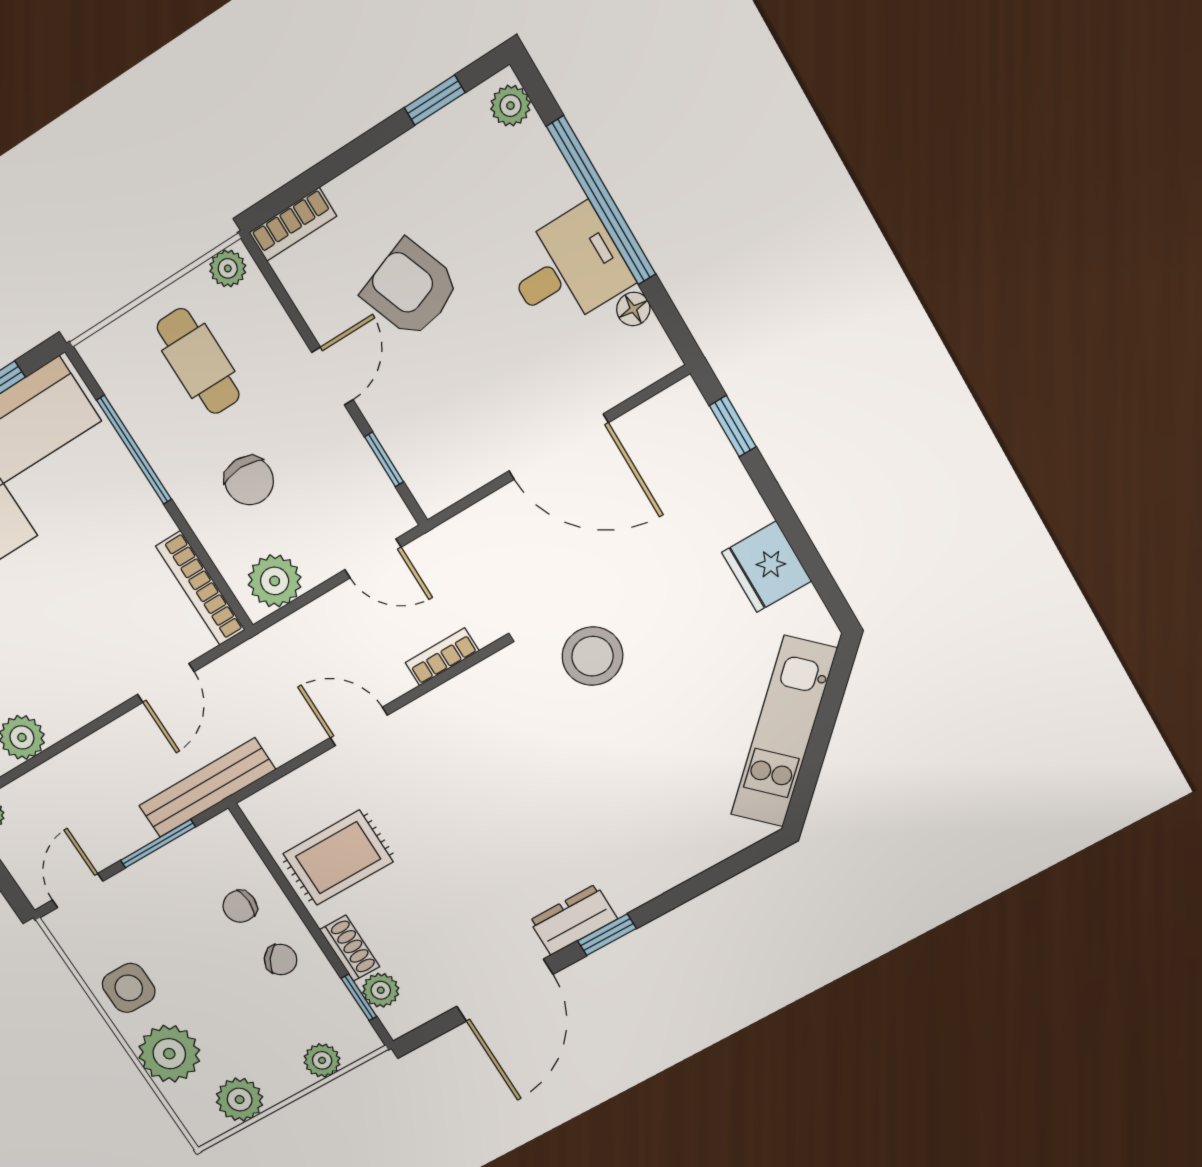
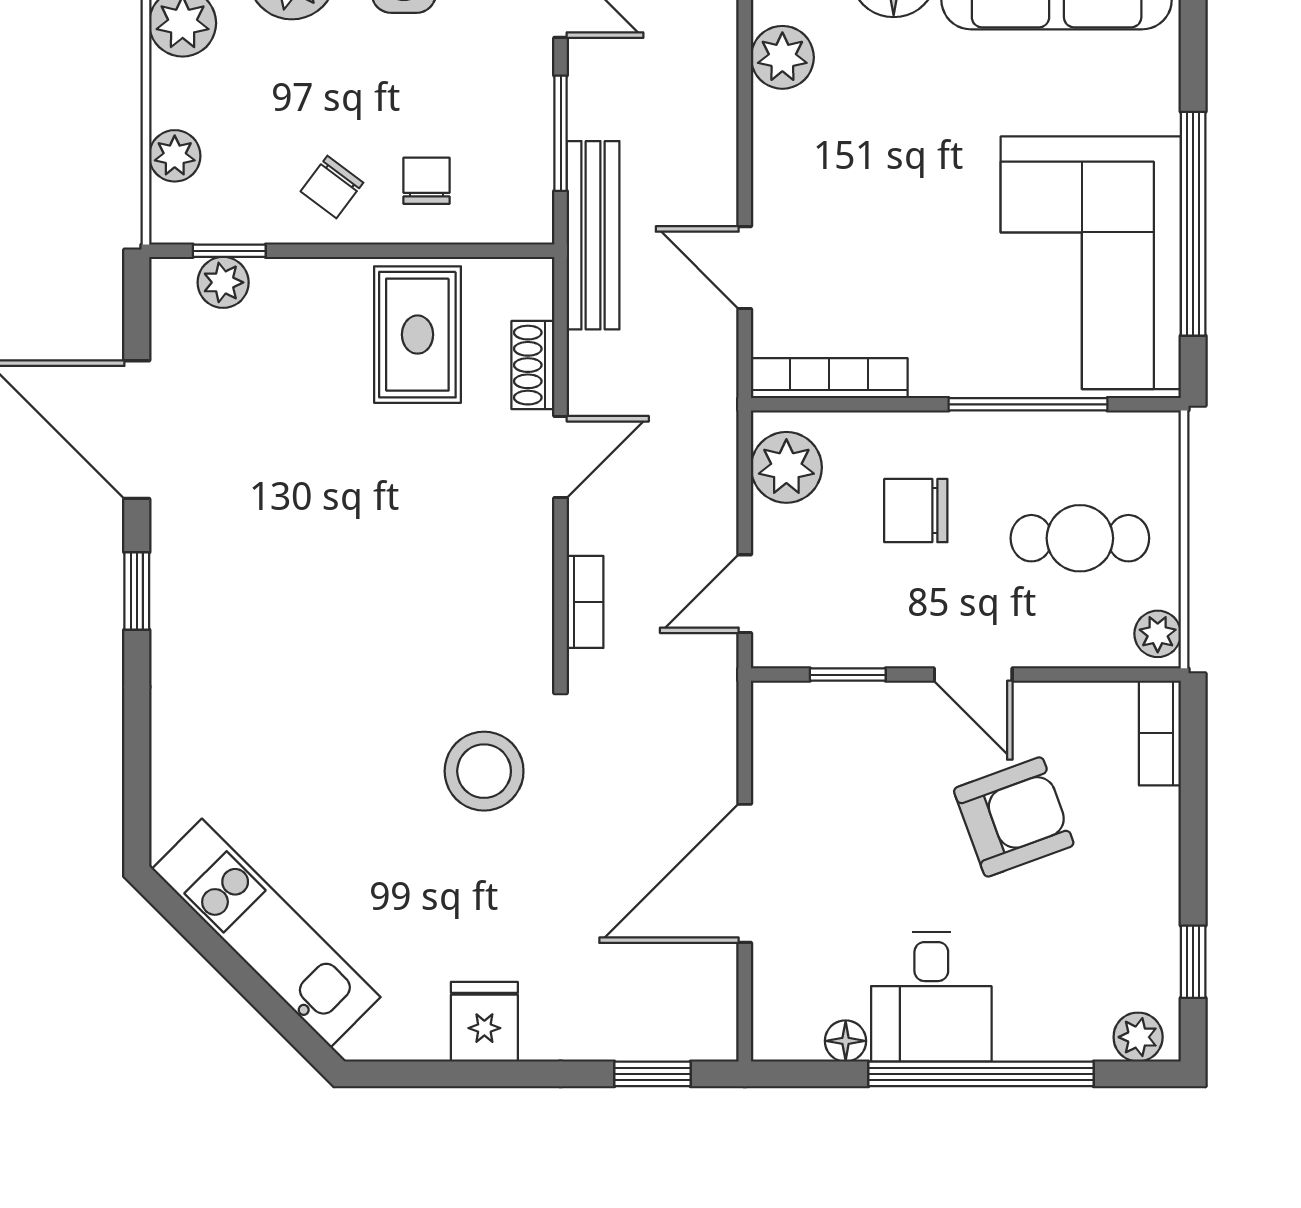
fridge: (767, 567) -> (484, 1022), width x0.72
dresser: (573, 920) -> (178, 563), removed
shoe rack: (350, 948) -> (533, 365), moved, turned 90

